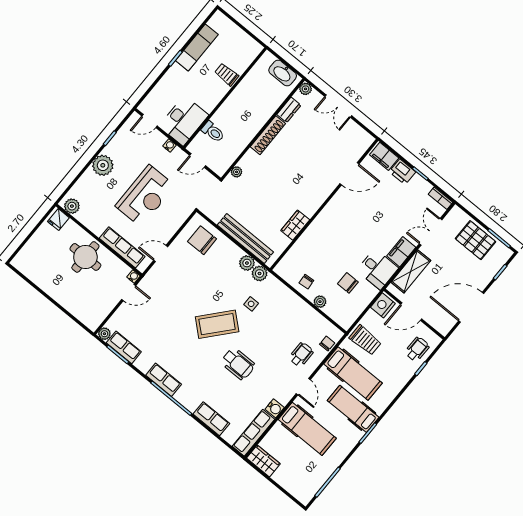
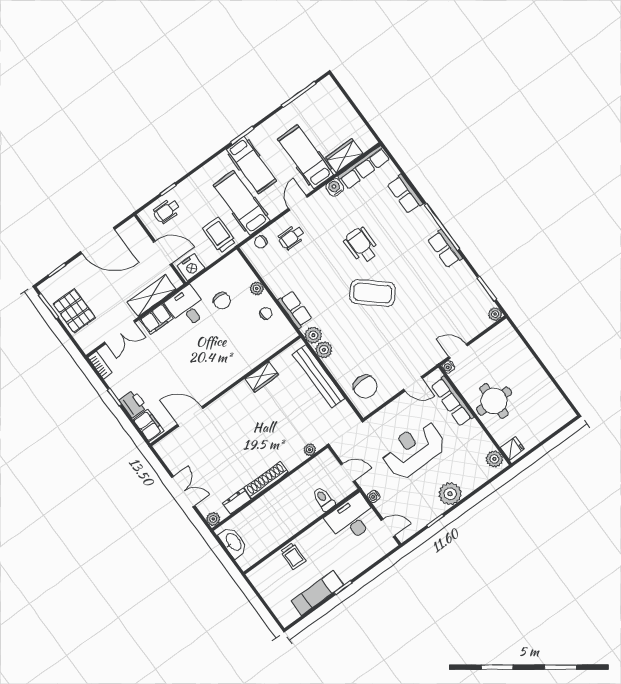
side table: (251, 304) -> (331, 305), removed
row of seats: (124, 347) -> (295, 310), moved, turned 180
wardrobe: (263, 461) -> (344, 156), moved, turned 90

